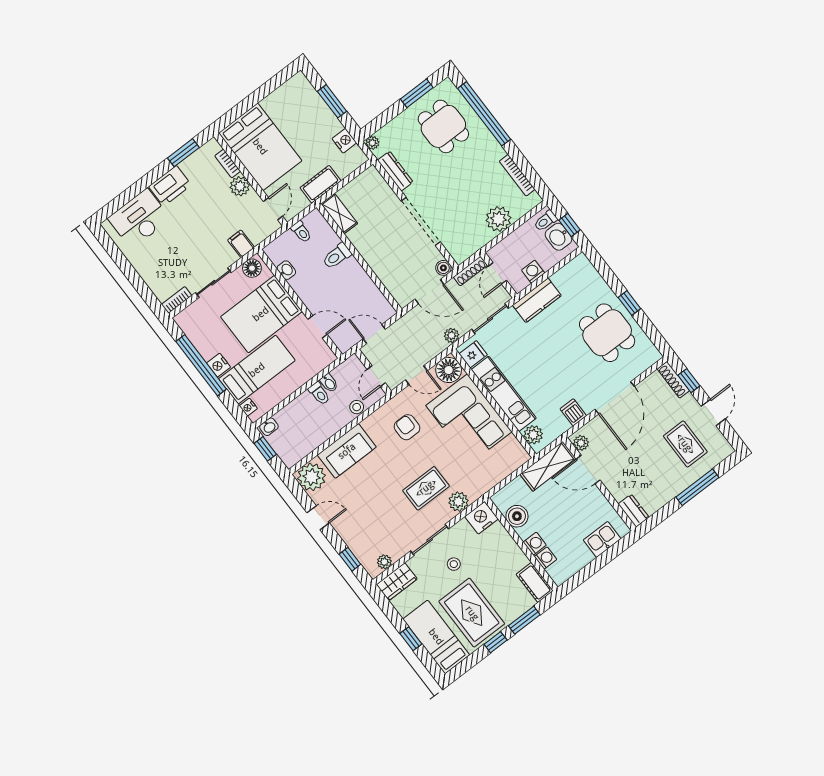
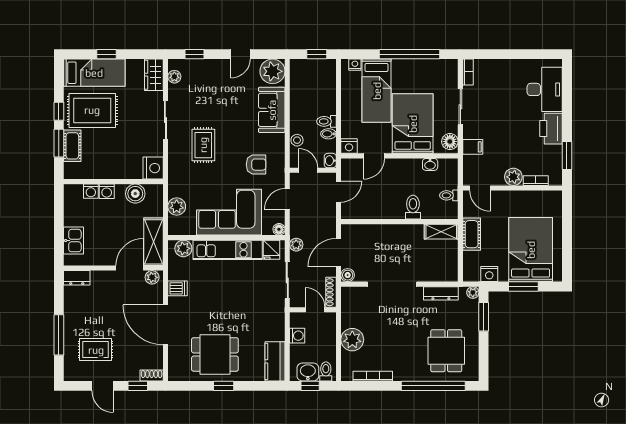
window: (417, 93) -> (484, 317), moved
dining table: (443, 126) -> (446, 351), turned 90
bed: (260, 147) -> (531, 250), moved, turned 90
kitchen counter: (537, 300) -> (275, 361), moved
nightstand: (219, 365) -> (349, 146), moved, turned 180
floor lamp: (449, 370) -> (279, 229), width x0.53, depth x0.53
shoe rack: (673, 380) -> (152, 376), width x0.70
washbasin: (269, 427) -> (330, 161), moved
plant: (458, 502) -> (177, 207), moved
stool: (454, 564) -> (136, 124), removed
cot: (535, 582) -> (72, 146), moved, turned 90

